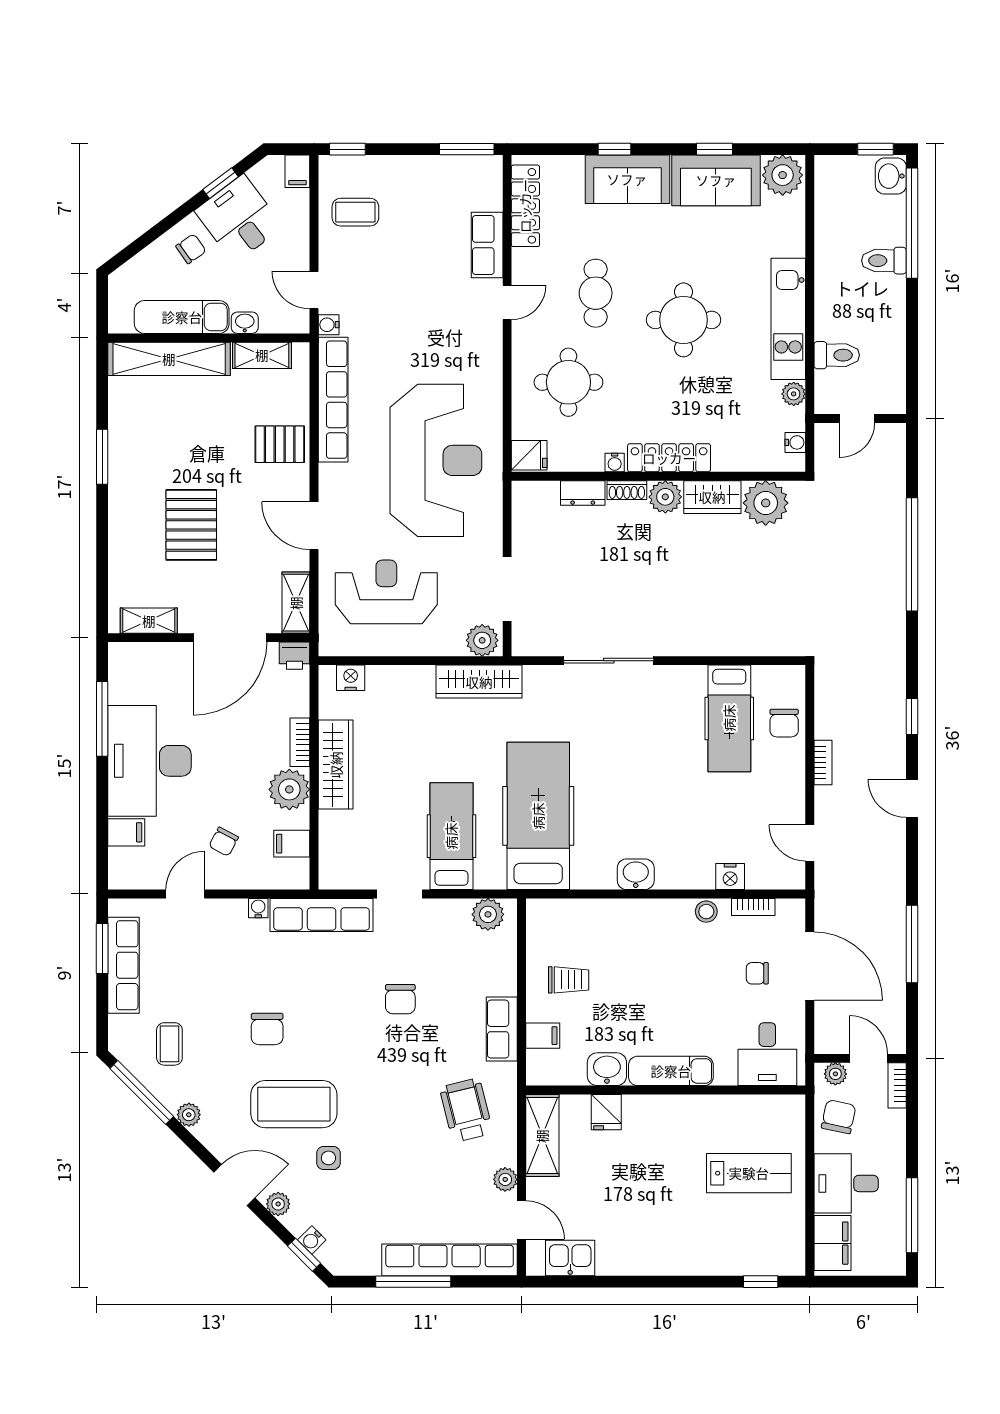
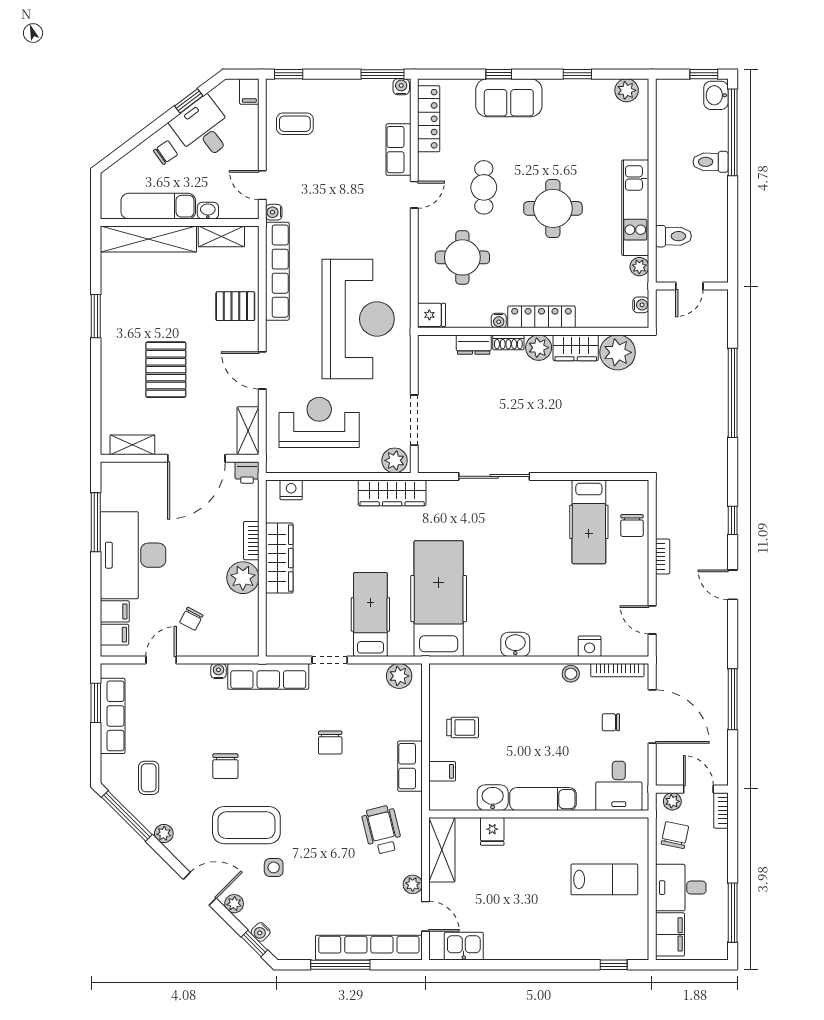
water cooler: (491, 165) -> (401, 87), added
plant: (783, 175) -> (627, 90), width x0.73, depth x0.73
sofa: (716, 180) -> (578, 99), removed
filing cabinet: (292, 844) -> (114, 635), moved, turned 180
bookcase: (753, 907) -> (617, 670), width x1.56

